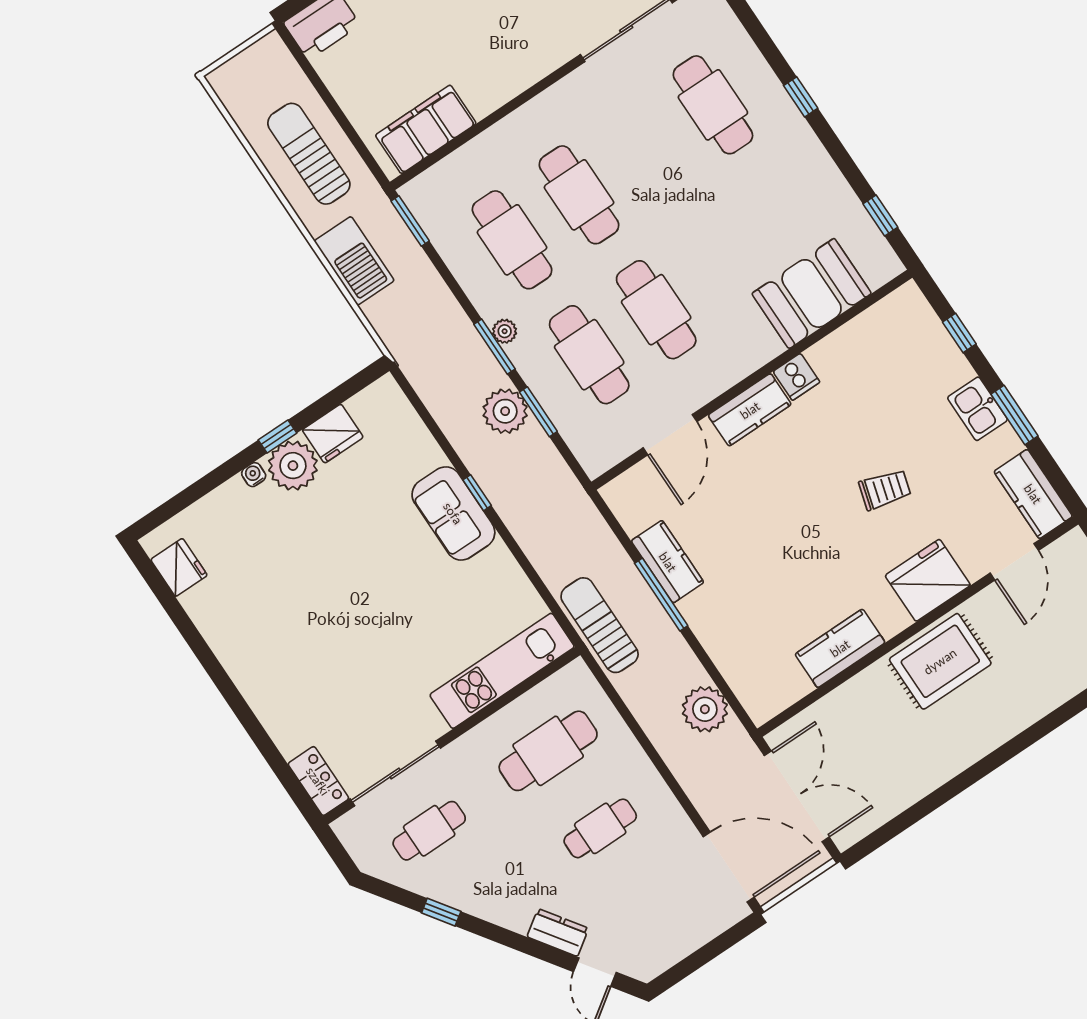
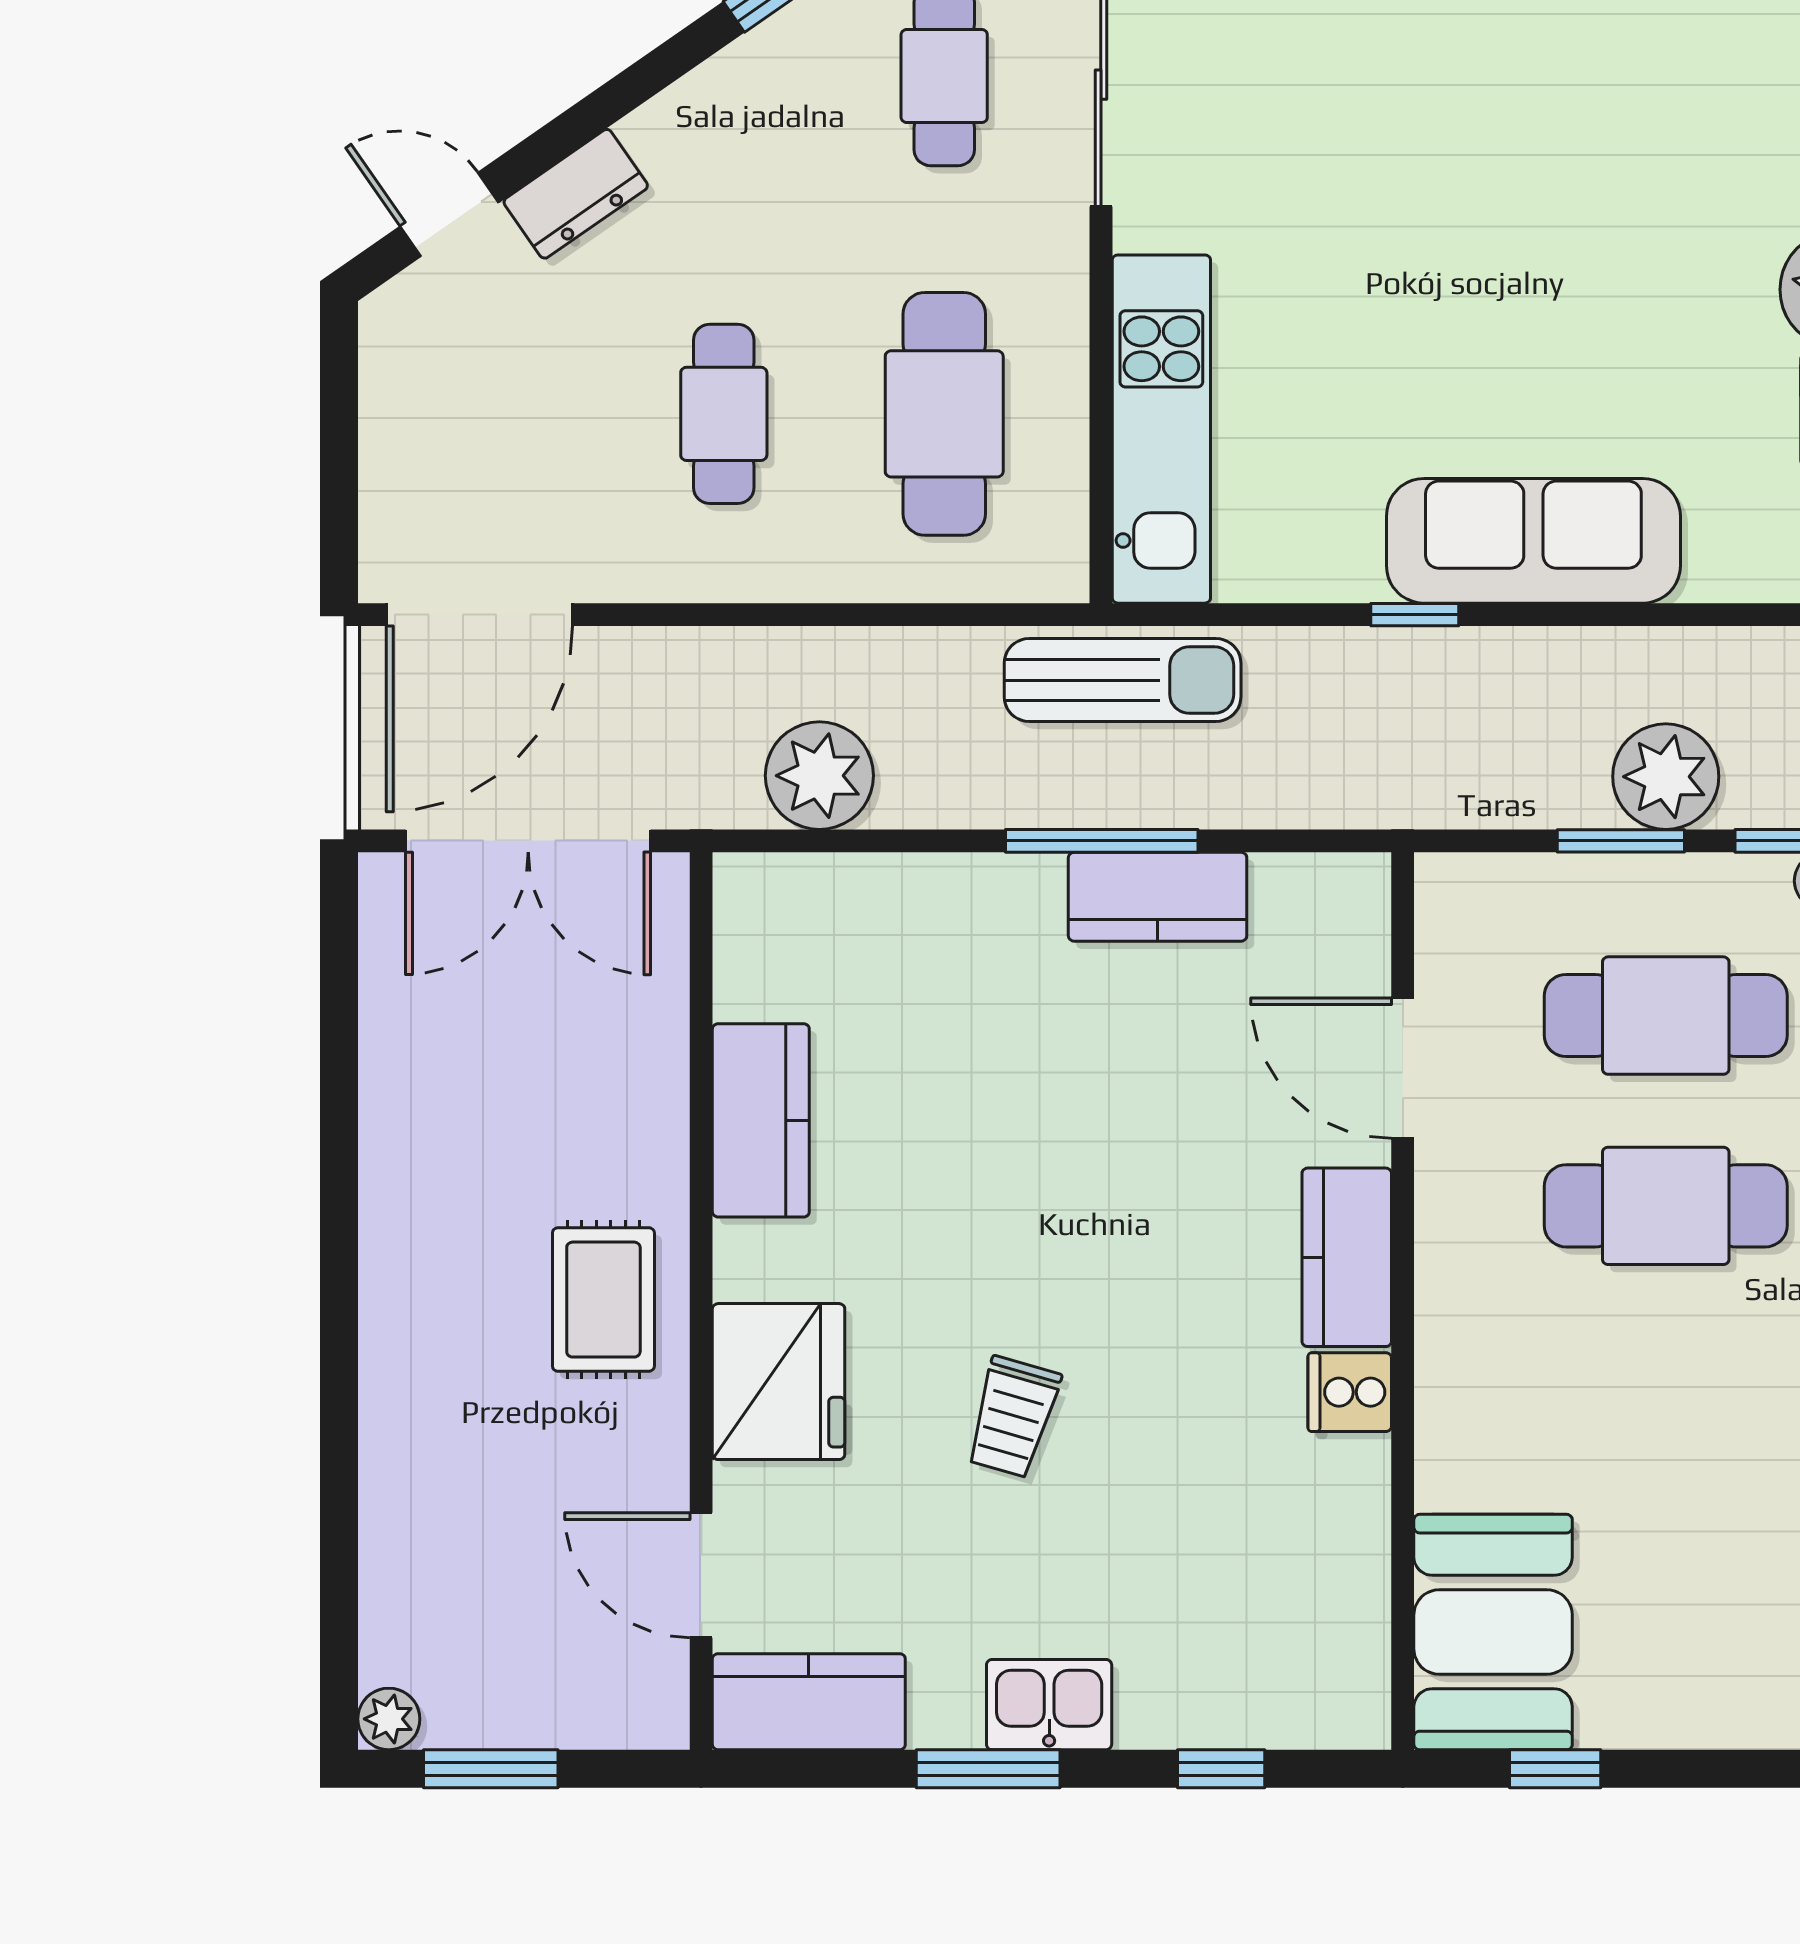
booth: (812, 293) -> (1493, 1632), moved
window: (477, 493) -> (1415, 615), moved
sofa: (453, 513) -> (1533, 541), width x1.36
rug: (940, 661) -> (603, 1300), width x0.73, depth x0.70

